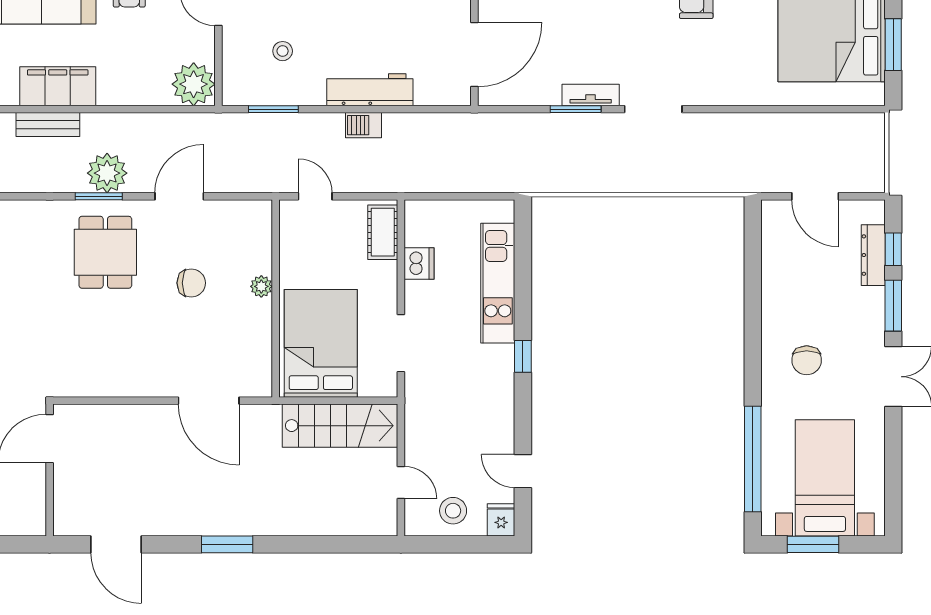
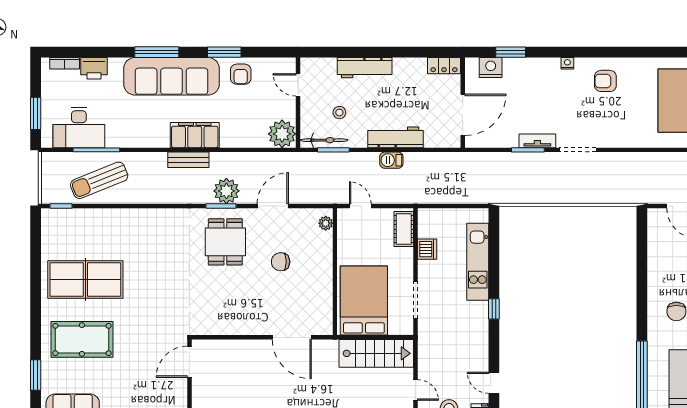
bicycle: (259, 94) -> (324, 140), added
chair: (191, 283) -> (281, 262), turned 180
plant: (261, 286) -> (326, 223), moved

